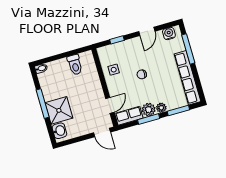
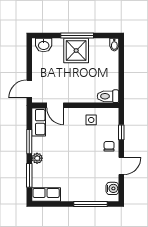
door: (147, 31) -> (121, 166), swing flipped
toilet: (75, 65) -> (108, 96), moved
chair: (142, 74) -> (109, 146), moved
row of seats: (187, 78) -> (46, 195), width x0.50
shower: (59, 110) -> (76, 51), moved
plant: (149, 110) -> (39, 145), removed

